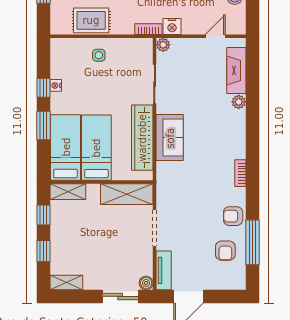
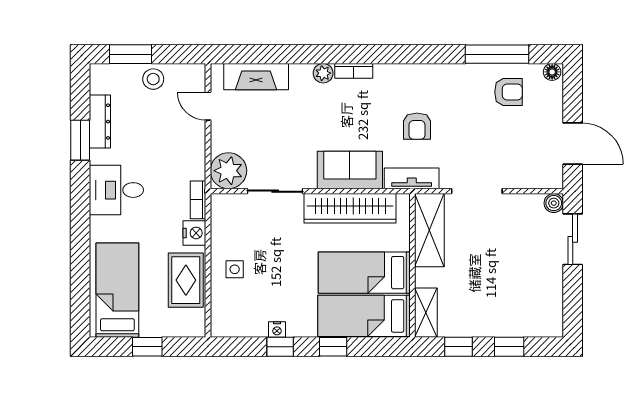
nightstand: (172, 26) -> (194, 233), moved
plant: (163, 45) -> (228, 171), width x1.87, depth x1.87
plant: (239, 102) -> (323, 73), moved
window: (44, 125) -> (333, 347), width x0.67
bookcase: (240, 173) -> (354, 71), moved
armchair: (233, 216) -> (417, 126), moved
tv unit: (164, 270) -> (412, 178), moved
floor lamp: (240, 282) -> (552, 72), added
shelving: (66, 283) -> (553, 315), removed

